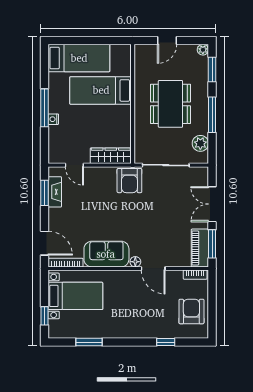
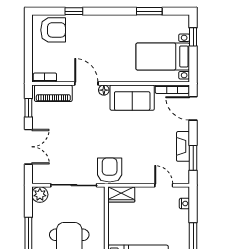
nightstand: (53, 119) -> (184, 203), moved
plant: (200, 143) -> (40, 195), moved
wardrobe: (111, 156) -> (121, 194), width x0.67
fireplace: (55, 192) -> (183, 146), moved
window: (212, 244) -> (28, 108), width x0.67
piano: (200, 248) -> (53, 93), moved, turned 90
armchair: (191, 311) -> (53, 30), moved, turned -90

